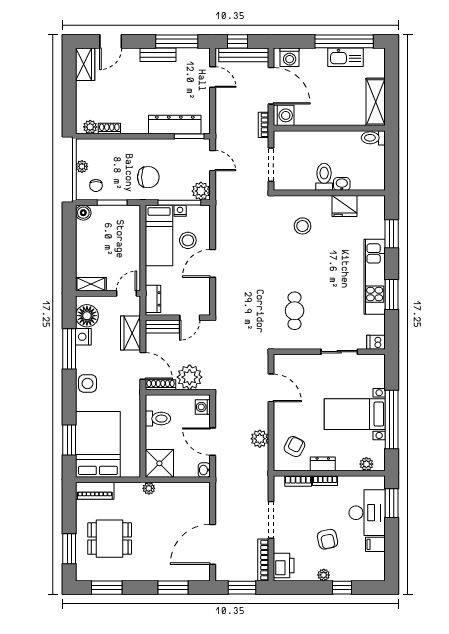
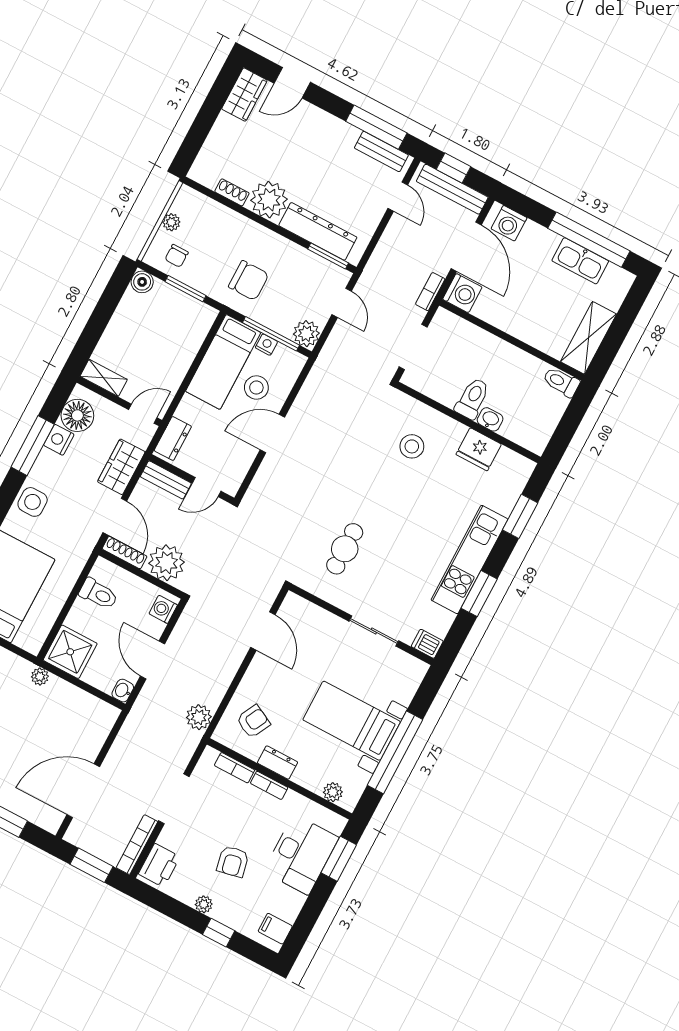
bench: (158, 55) -> (381, 152), moved
plant: (90, 127) -> (269, 200), moved, width x1.88, depth x1.88
plant: (260, 439) -> (199, 717), moved
filing cabinet: (375, 544) -> (275, 929), moved

